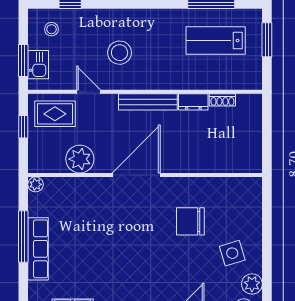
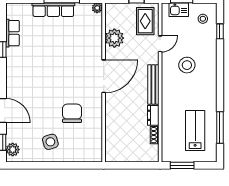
window: (267, 40) -> (182, 165), moved
door: (136, 175) -> (104, 76), hinge flipped
plant: (252, 284) -> (29, 155), removed

